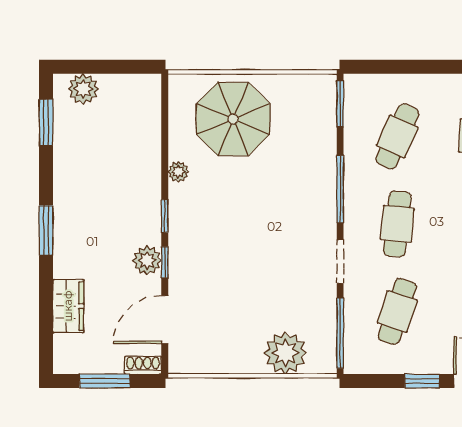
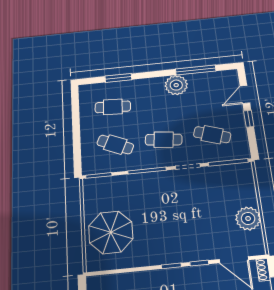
plant: (178, 172) -> (144, 261), removed
plant: (147, 260) -> (199, 274), removed
plant: (285, 353) -> (248, 218), moved

